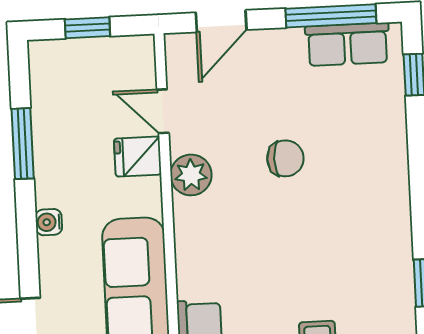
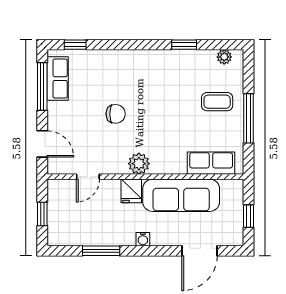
fridge: (138, 157) -> (131, 191), moved
chair: (285, 158) -> (116, 114), turned 90
plant: (191, 175) -> (139, 164), moved

